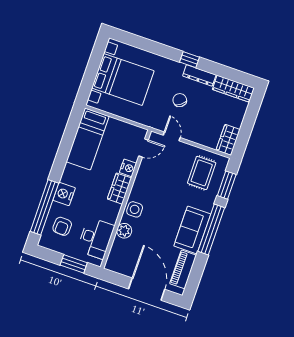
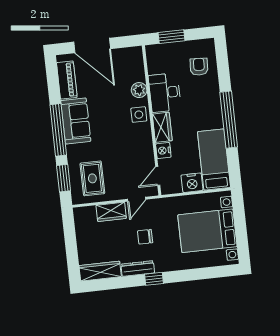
chair: (180, 100) -> (145, 237), turned 127
door: (172, 136) -> (137, 199), hinge flipped
wardrobe: (228, 140) -> (111, 212), moved, turned 90
nightstand: (64, 194) -> (192, 183), moved, turned 90
window: (44, 207) -> (229, 120), moved
desk: (96, 238) -> (165, 93), moved

